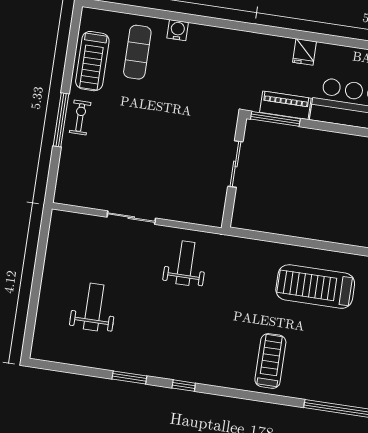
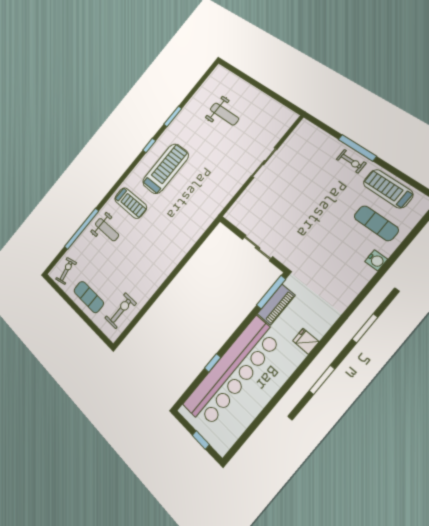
weight bench: (185, 263) -> (107, 230), moved
treadmill: (315, 287) -> (166, 169), moved

